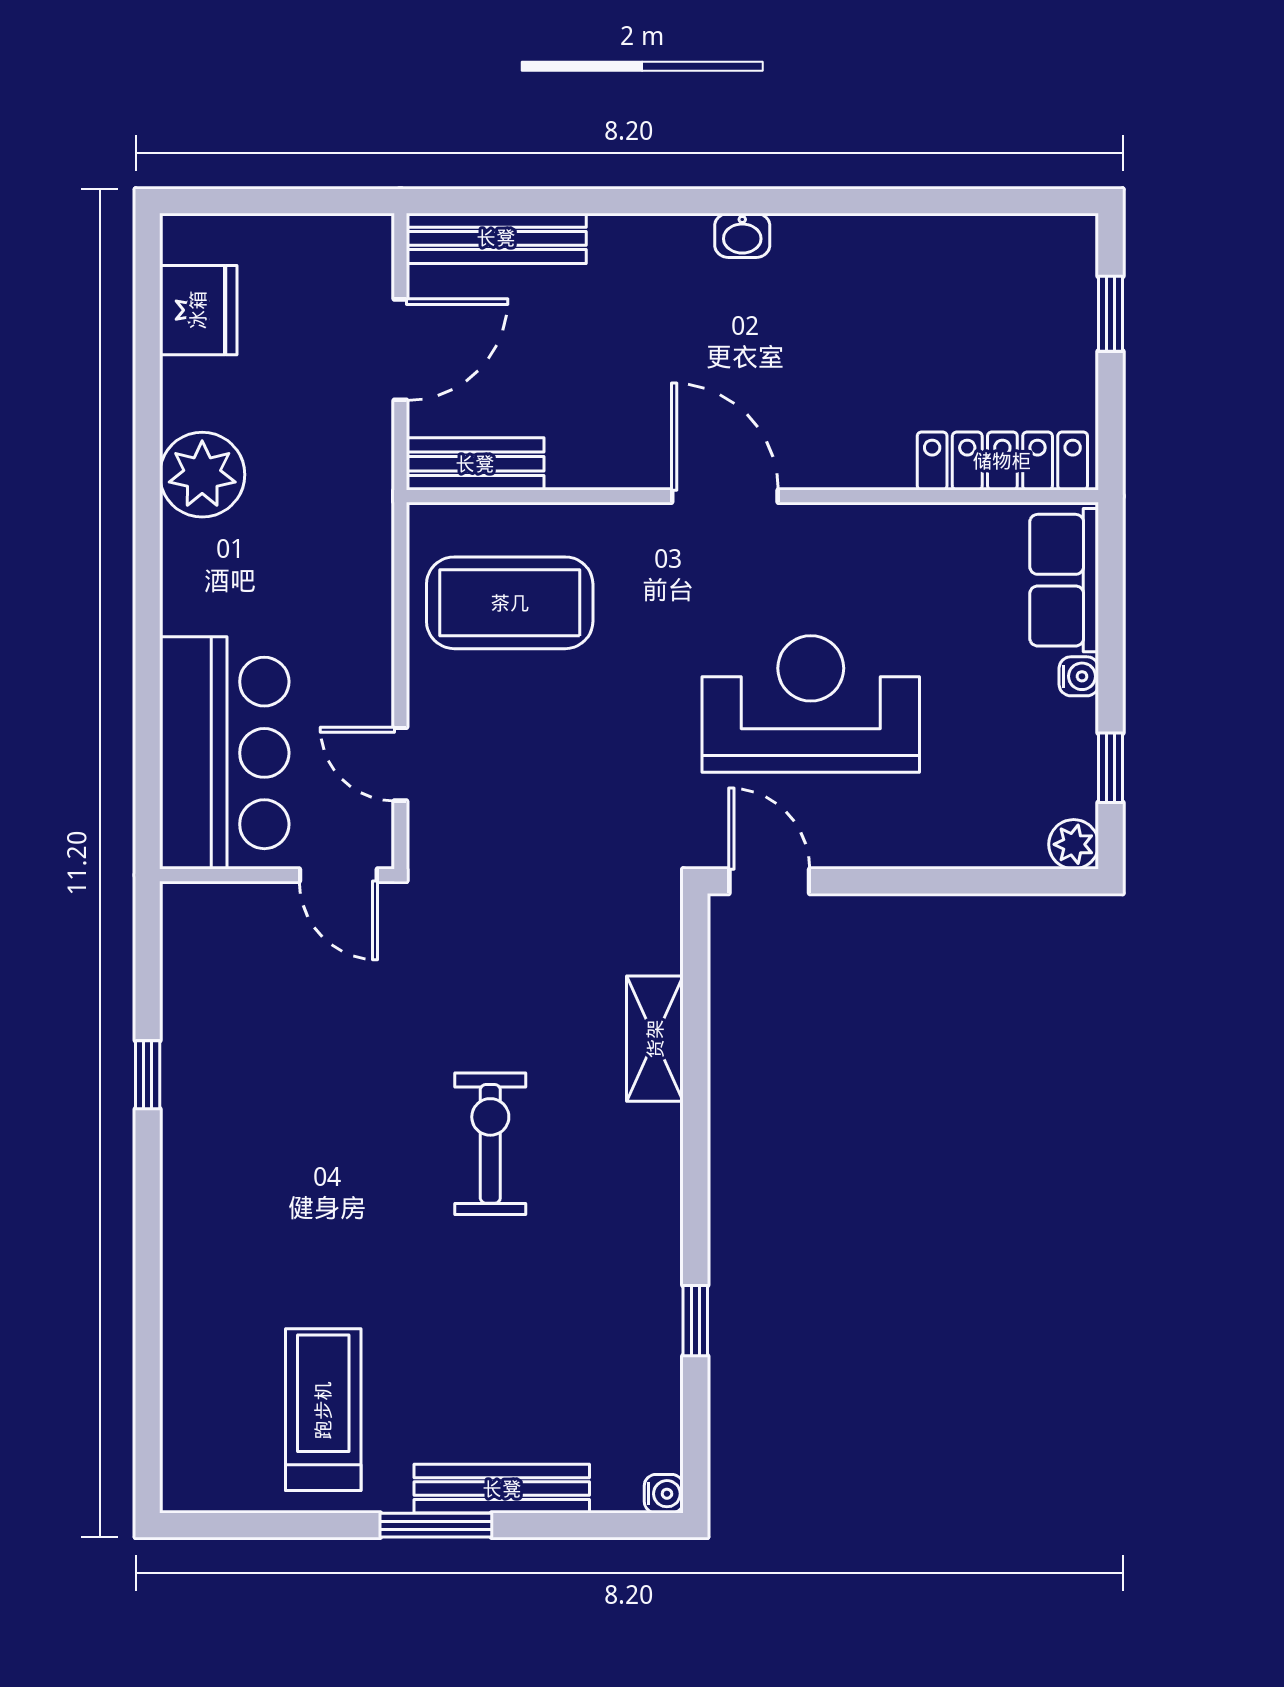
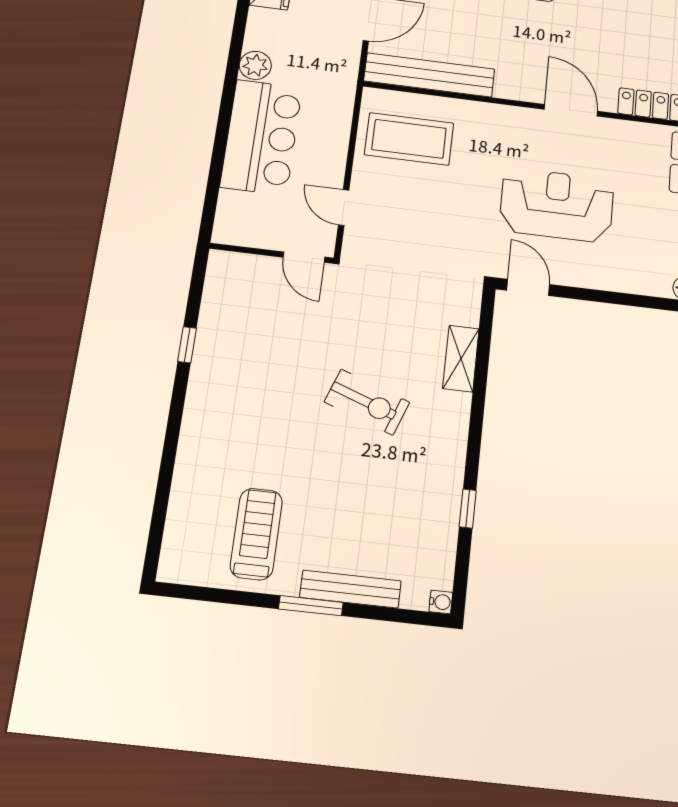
bench: (475, 464) -> (429, 75), width x1.86, depth x1.21
plant: (202, 475) -> (255, 65), width x0.73, depth x0.73
door: (725, 496) -> (571, 110), moved
bar counter: (224, 753) -> (261, 137), moved
exercise bike: (490, 1144) -> (367, 402), turned 110

